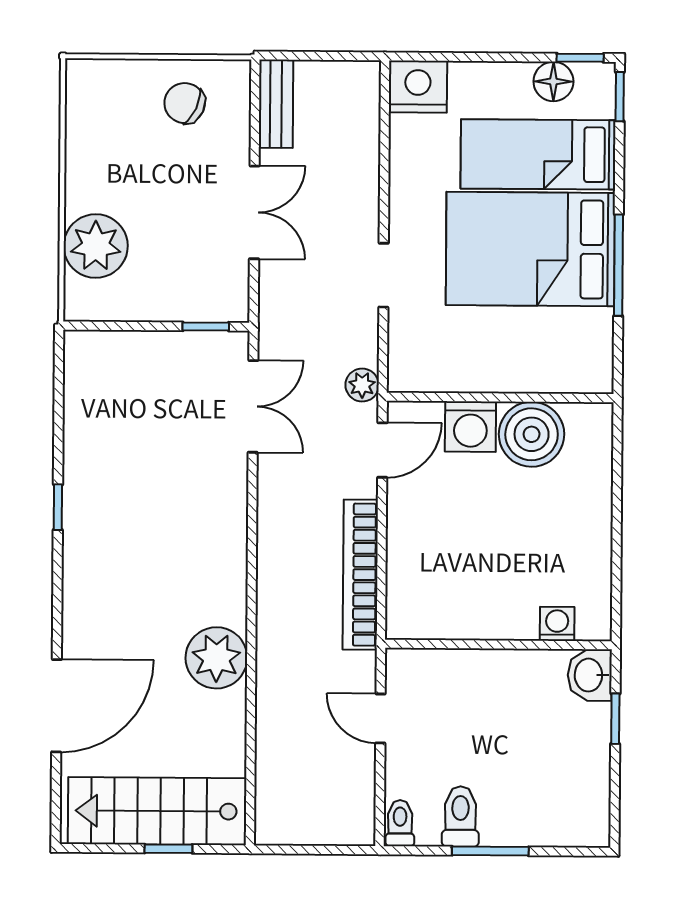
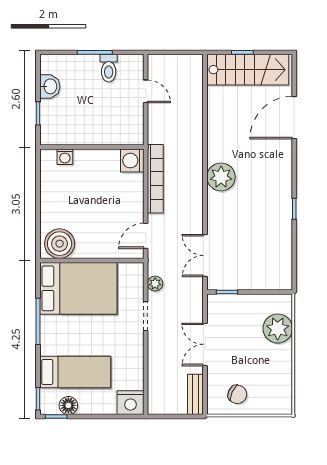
bed: (530, 249) -> (78, 288), moved
plant: (362, 385) -> (155, 284), moved
washing machine: (470, 427) -> (132, 161), moved, turned -90
boiler: (532, 434) -> (60, 244), moved
plant: (216, 658) -> (221, 177), moved
washbasin: (590, 675) -> (50, 86), moved
door: (380, 718) -> (146, 91), moved
toilet: (400, 823) -> (136, 65), removed

